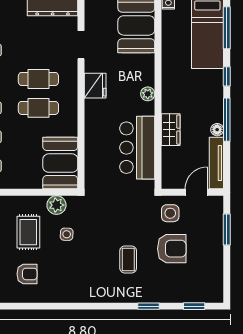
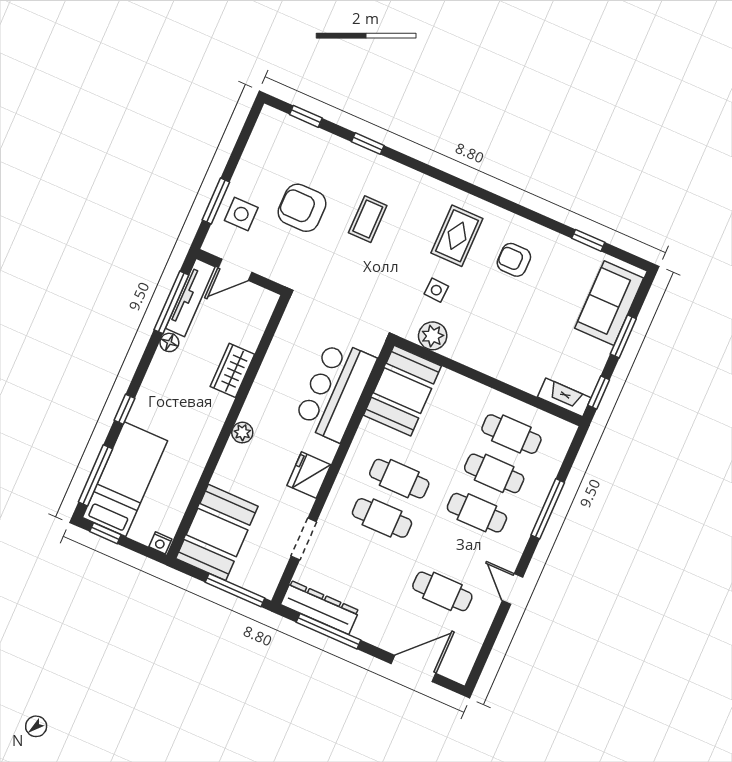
window: (227, 120) -> (171, 302), moved
bar counter: (137, 148) -> (335, 390), moved, turned 180
side table: (170, 213) -> (241, 214), moved
rug: (28, 232) -> (457, 236), moved

